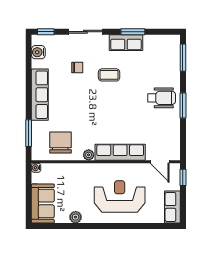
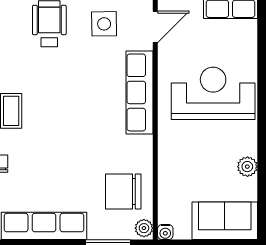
side table: (161, 131) -> (104, 24), added
plant: (89, 155) -> (144, 228), moved
reception desk: (120, 196) -> (213, 93), turned 90

